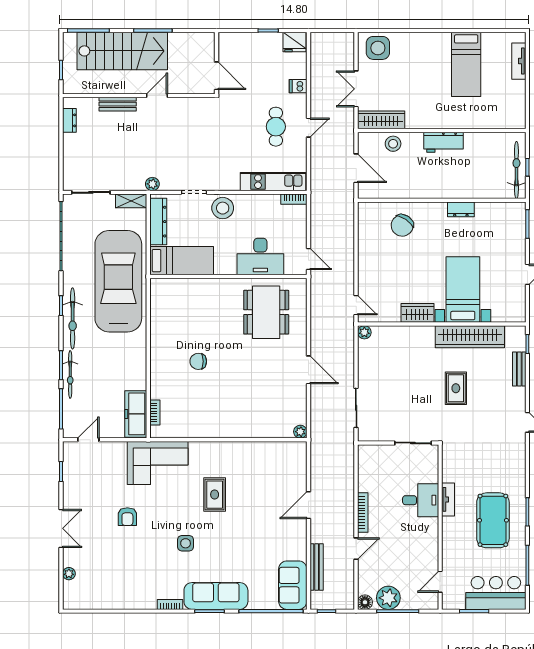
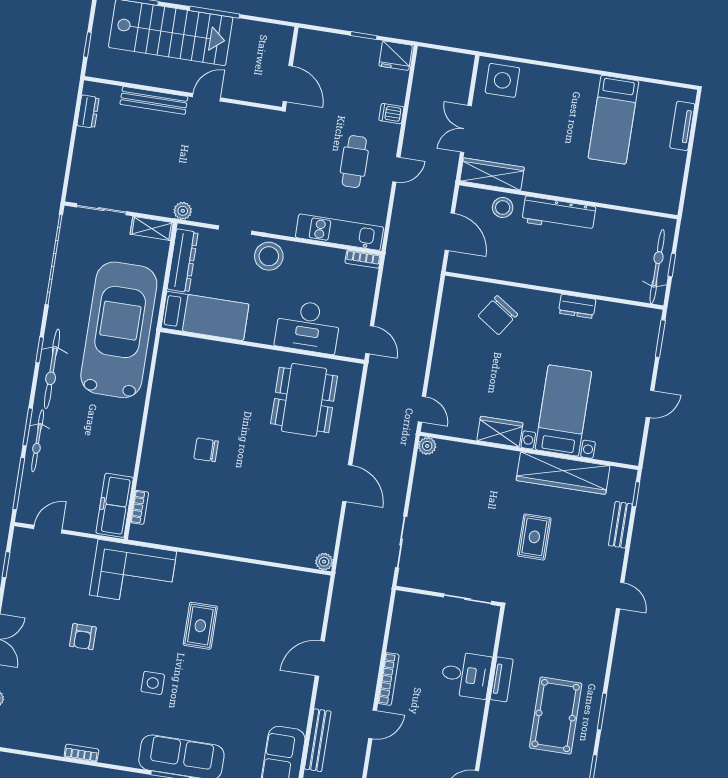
bench: (118, 104) -> (154, 100), width x1.36
workbench: (444, 142) -> (559, 214), width x1.38
bookcase: (170, 604) -> (81, 753), moved

